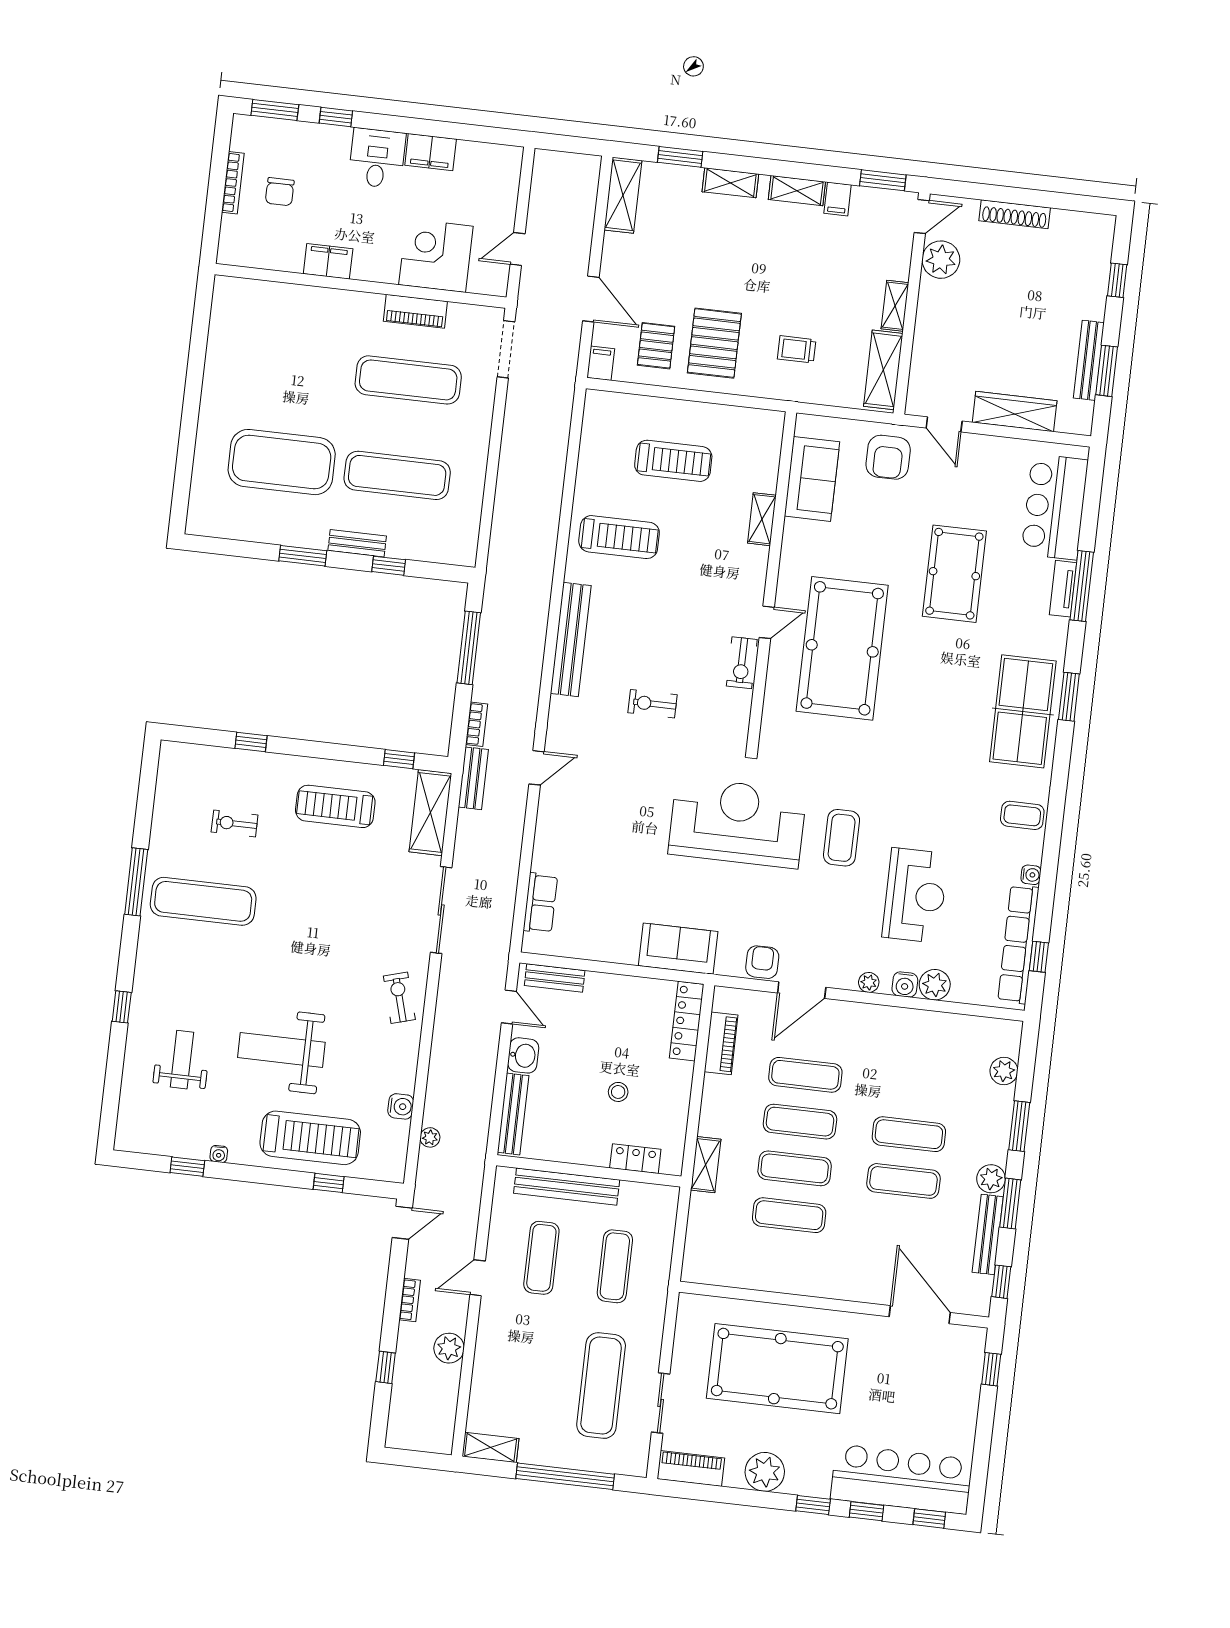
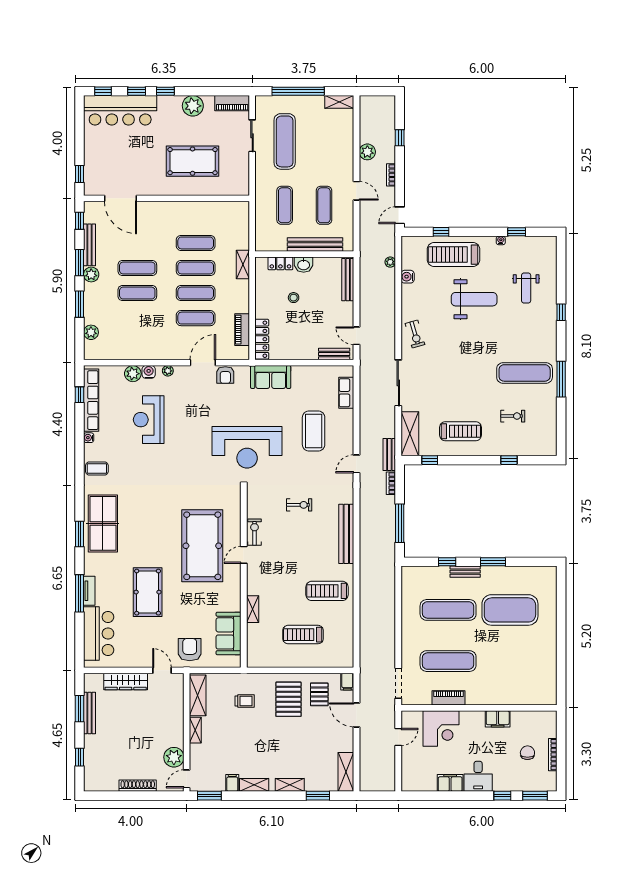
coffee table: (842, 838) -> (314, 431), moved, width x1.36, depth x1.32
washbasin: (523, 1055) -> (304, 265), moved, turned -90
door: (478, 1278) -> (356, 191), hinge flipped
pool table: (777, 1369) -> (193, 161), width x0.73, depth x0.76

